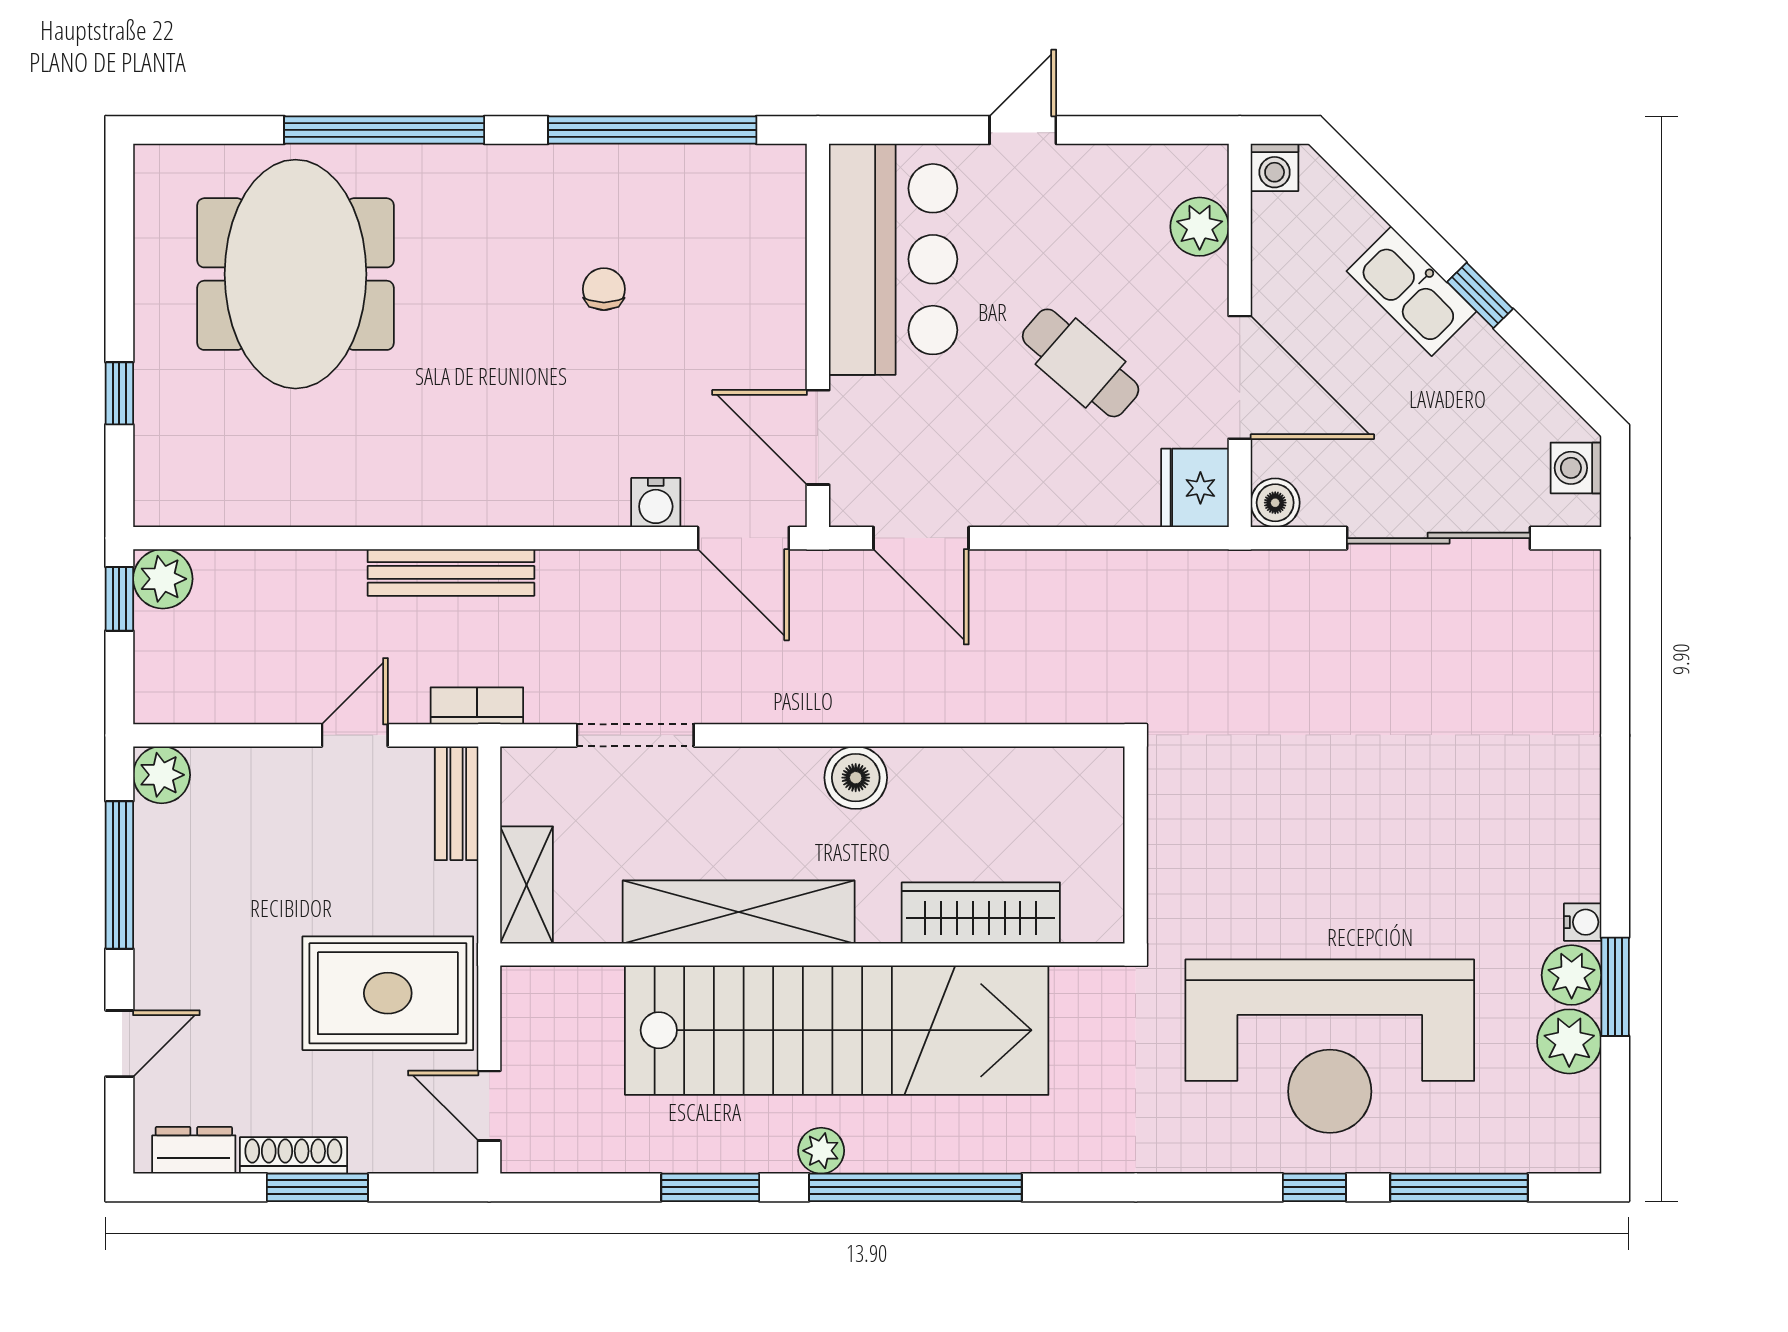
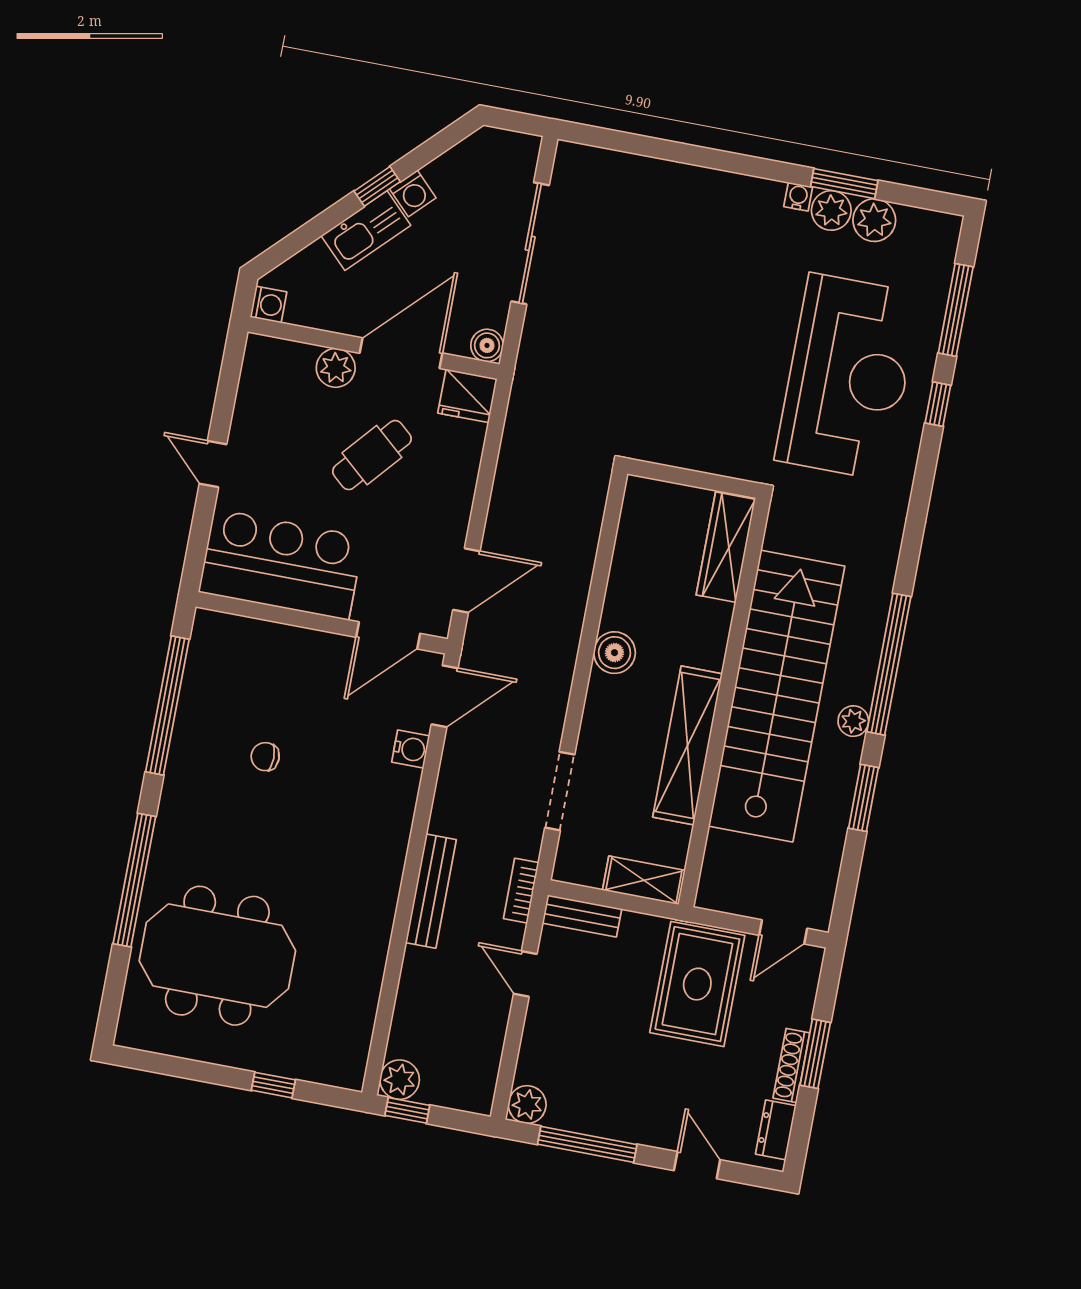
plant: (1200, 227) -> (336, 368), moved
washing machine: (1576, 468) -> (413, 193), moved, turned -45
wardrobe: (981, 913) -> (726, 547), moved

